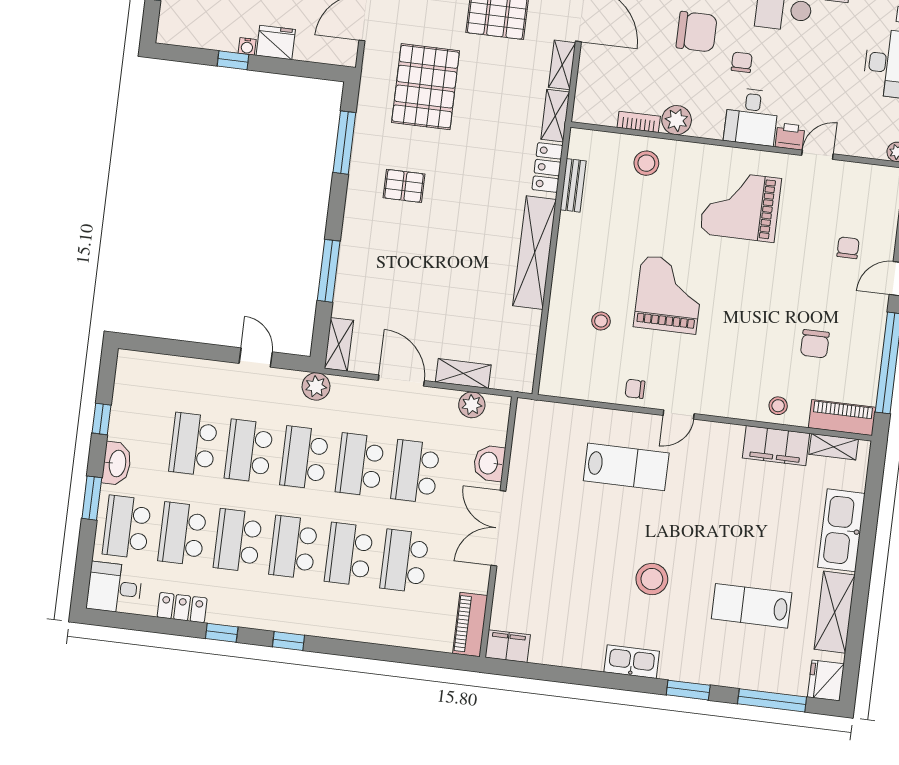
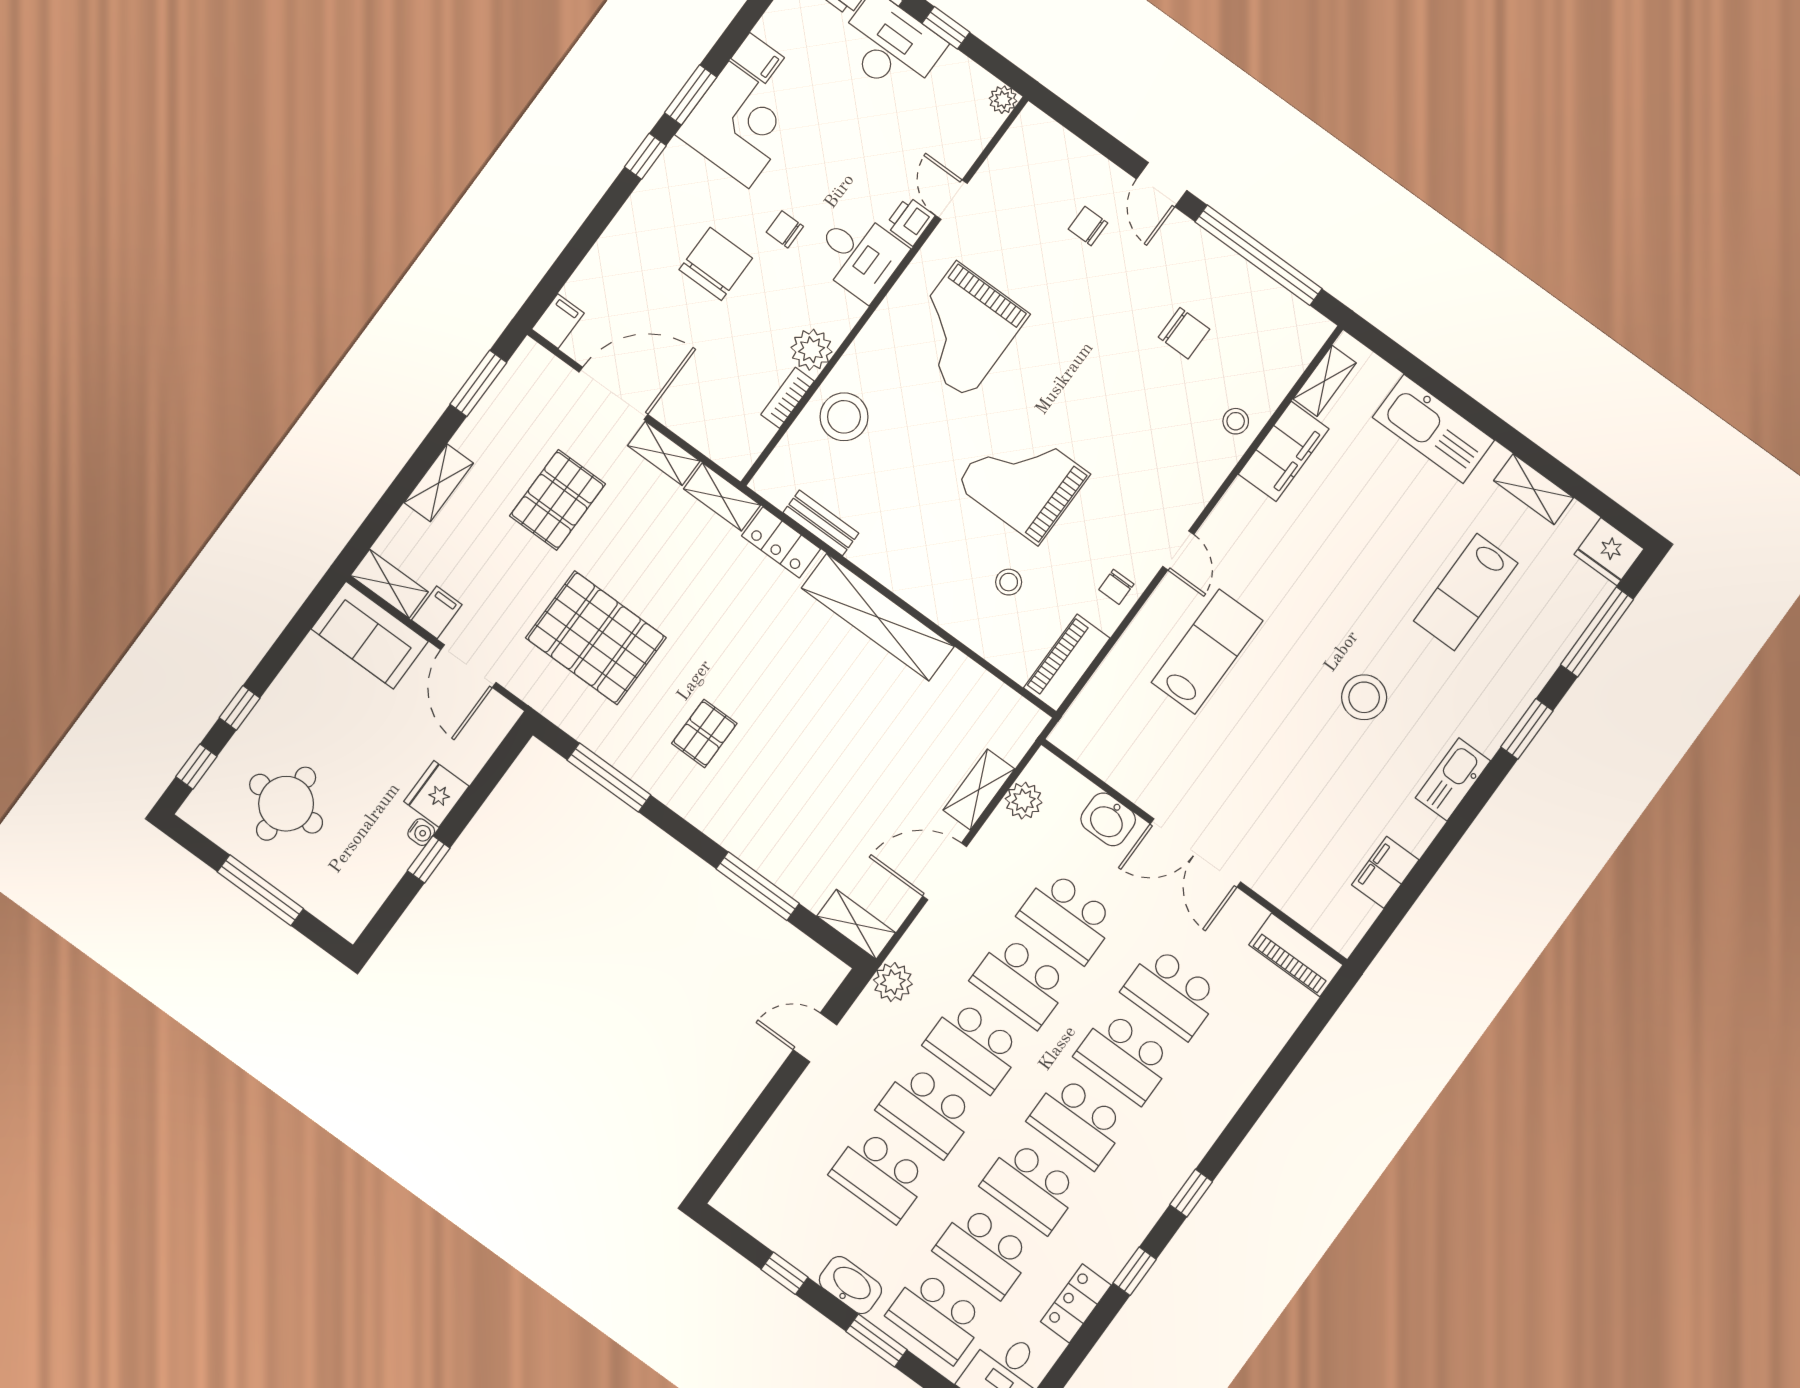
stool: (646, 163) -> (844, 417), width x1.38, depth x1.38
piano: (842, 418) -> (1067, 663), moved
shelving: (835, 612) -> (1534, 489), width x0.67, depth x0.75
filing cabinet: (508, 646) -> (1385, 872), moved

